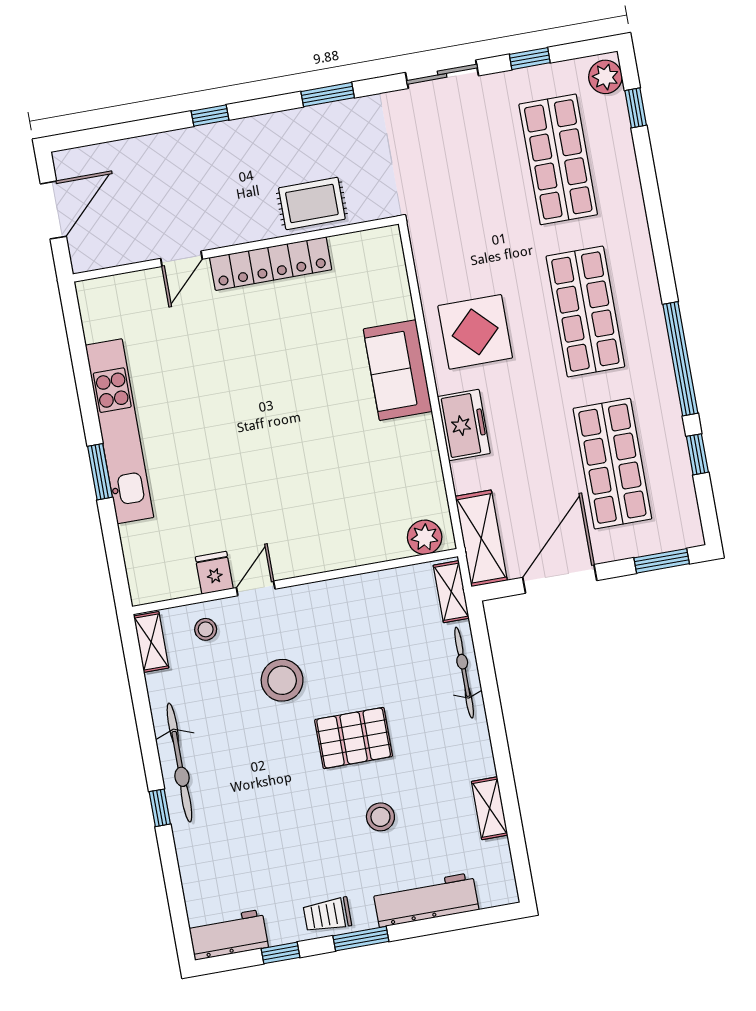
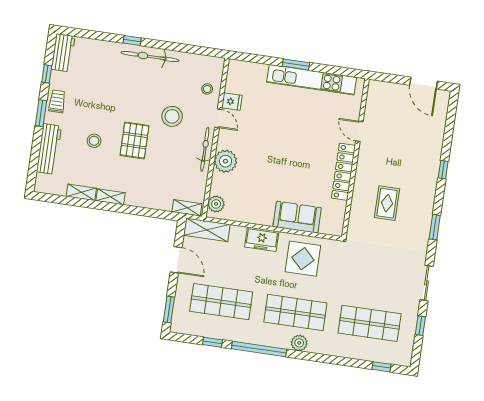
plant: (605, 77) -> (299, 343), moved
wall: (236, 249) -> (356, 158), moved
door: (182, 259) -> (359, 131), moved
locker: (271, 264) -> (344, 172), moved
plant: (335, 547) -> (225, 161), added
door: (560, 579) -> (176, 260), width x0.73
shelving: (151, 642) -> (110, 197), moved
bicycle: (464, 673) -> (205, 149), moved, turned -90

